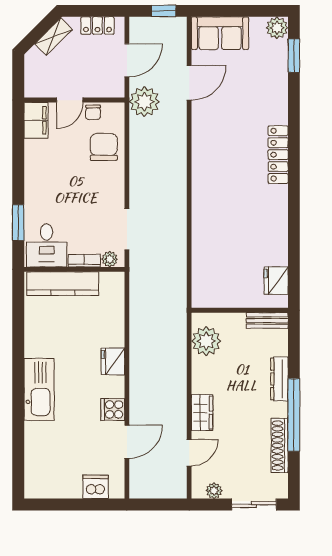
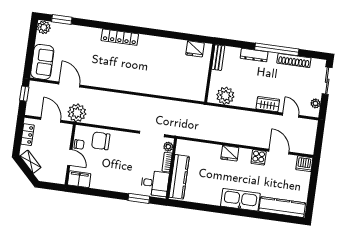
kitchen counter: (37, 460) -> (282, 207), added
dishwasher: (96, 487) -> (304, 164), moved, turned -90

